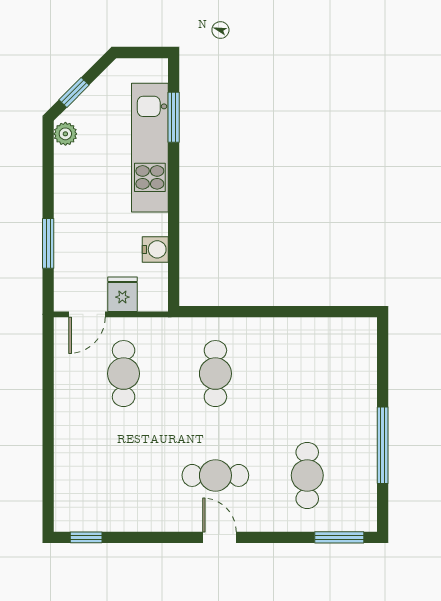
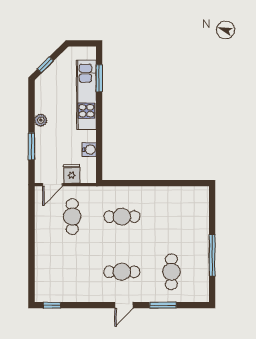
plant: (65, 134) -> (41, 120), moved
cafe table: (215, 374) -> (122, 217), turned 90
door: (219, 537) -> (124, 305), swing flipped
window: (339, 537) -> (163, 305), moved

